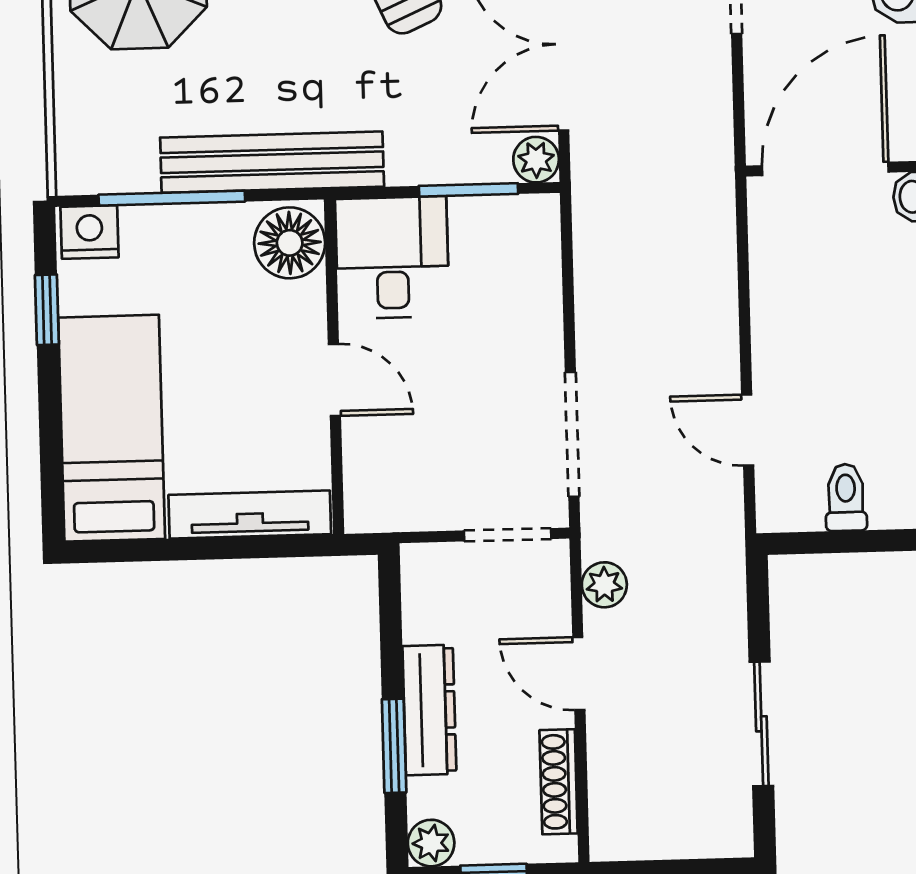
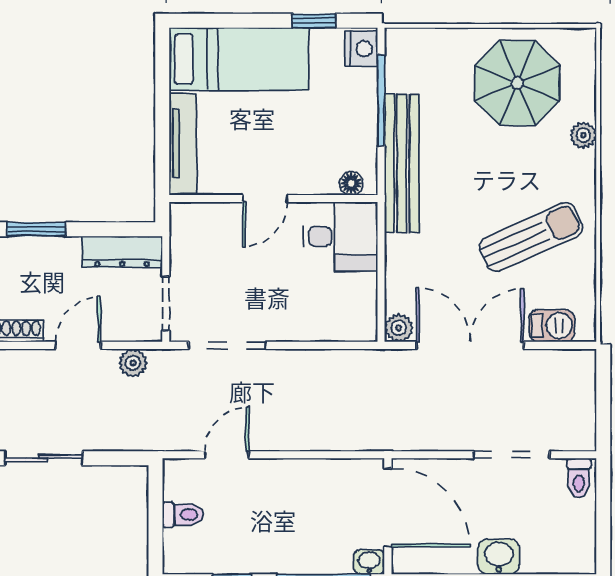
window: (468, 190) -> (381, 285), removed
floor lamp: (290, 243) -> (351, 183), width x0.53, depth x0.53
dresser: (429, 710) -> (122, 252), moved

